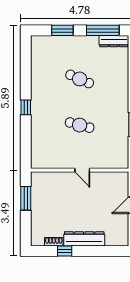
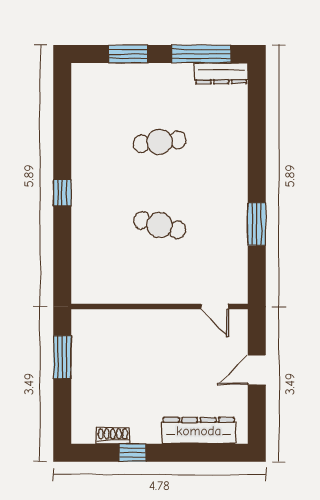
cafe table: (80, 79) -> (160, 142), turned -30
door: (82, 170) -> (215, 307), moved
dresser: (84, 239) -> (199, 431), moved

